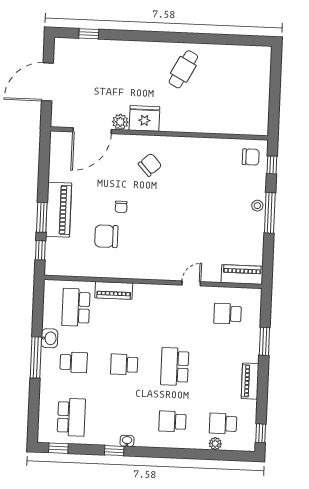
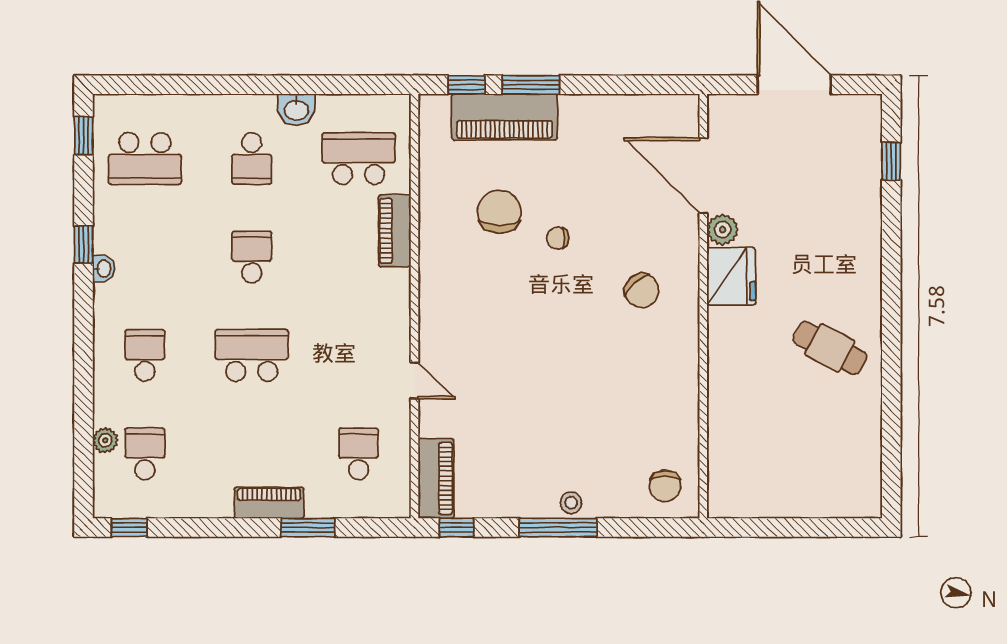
window: (272, 165) -> (457, 528), moved
piano: (59, 210) -> (505, 117), moved
window: (36, 357) -> (258, 85), removed
piano: (250, 381) -> (269, 503), moved

